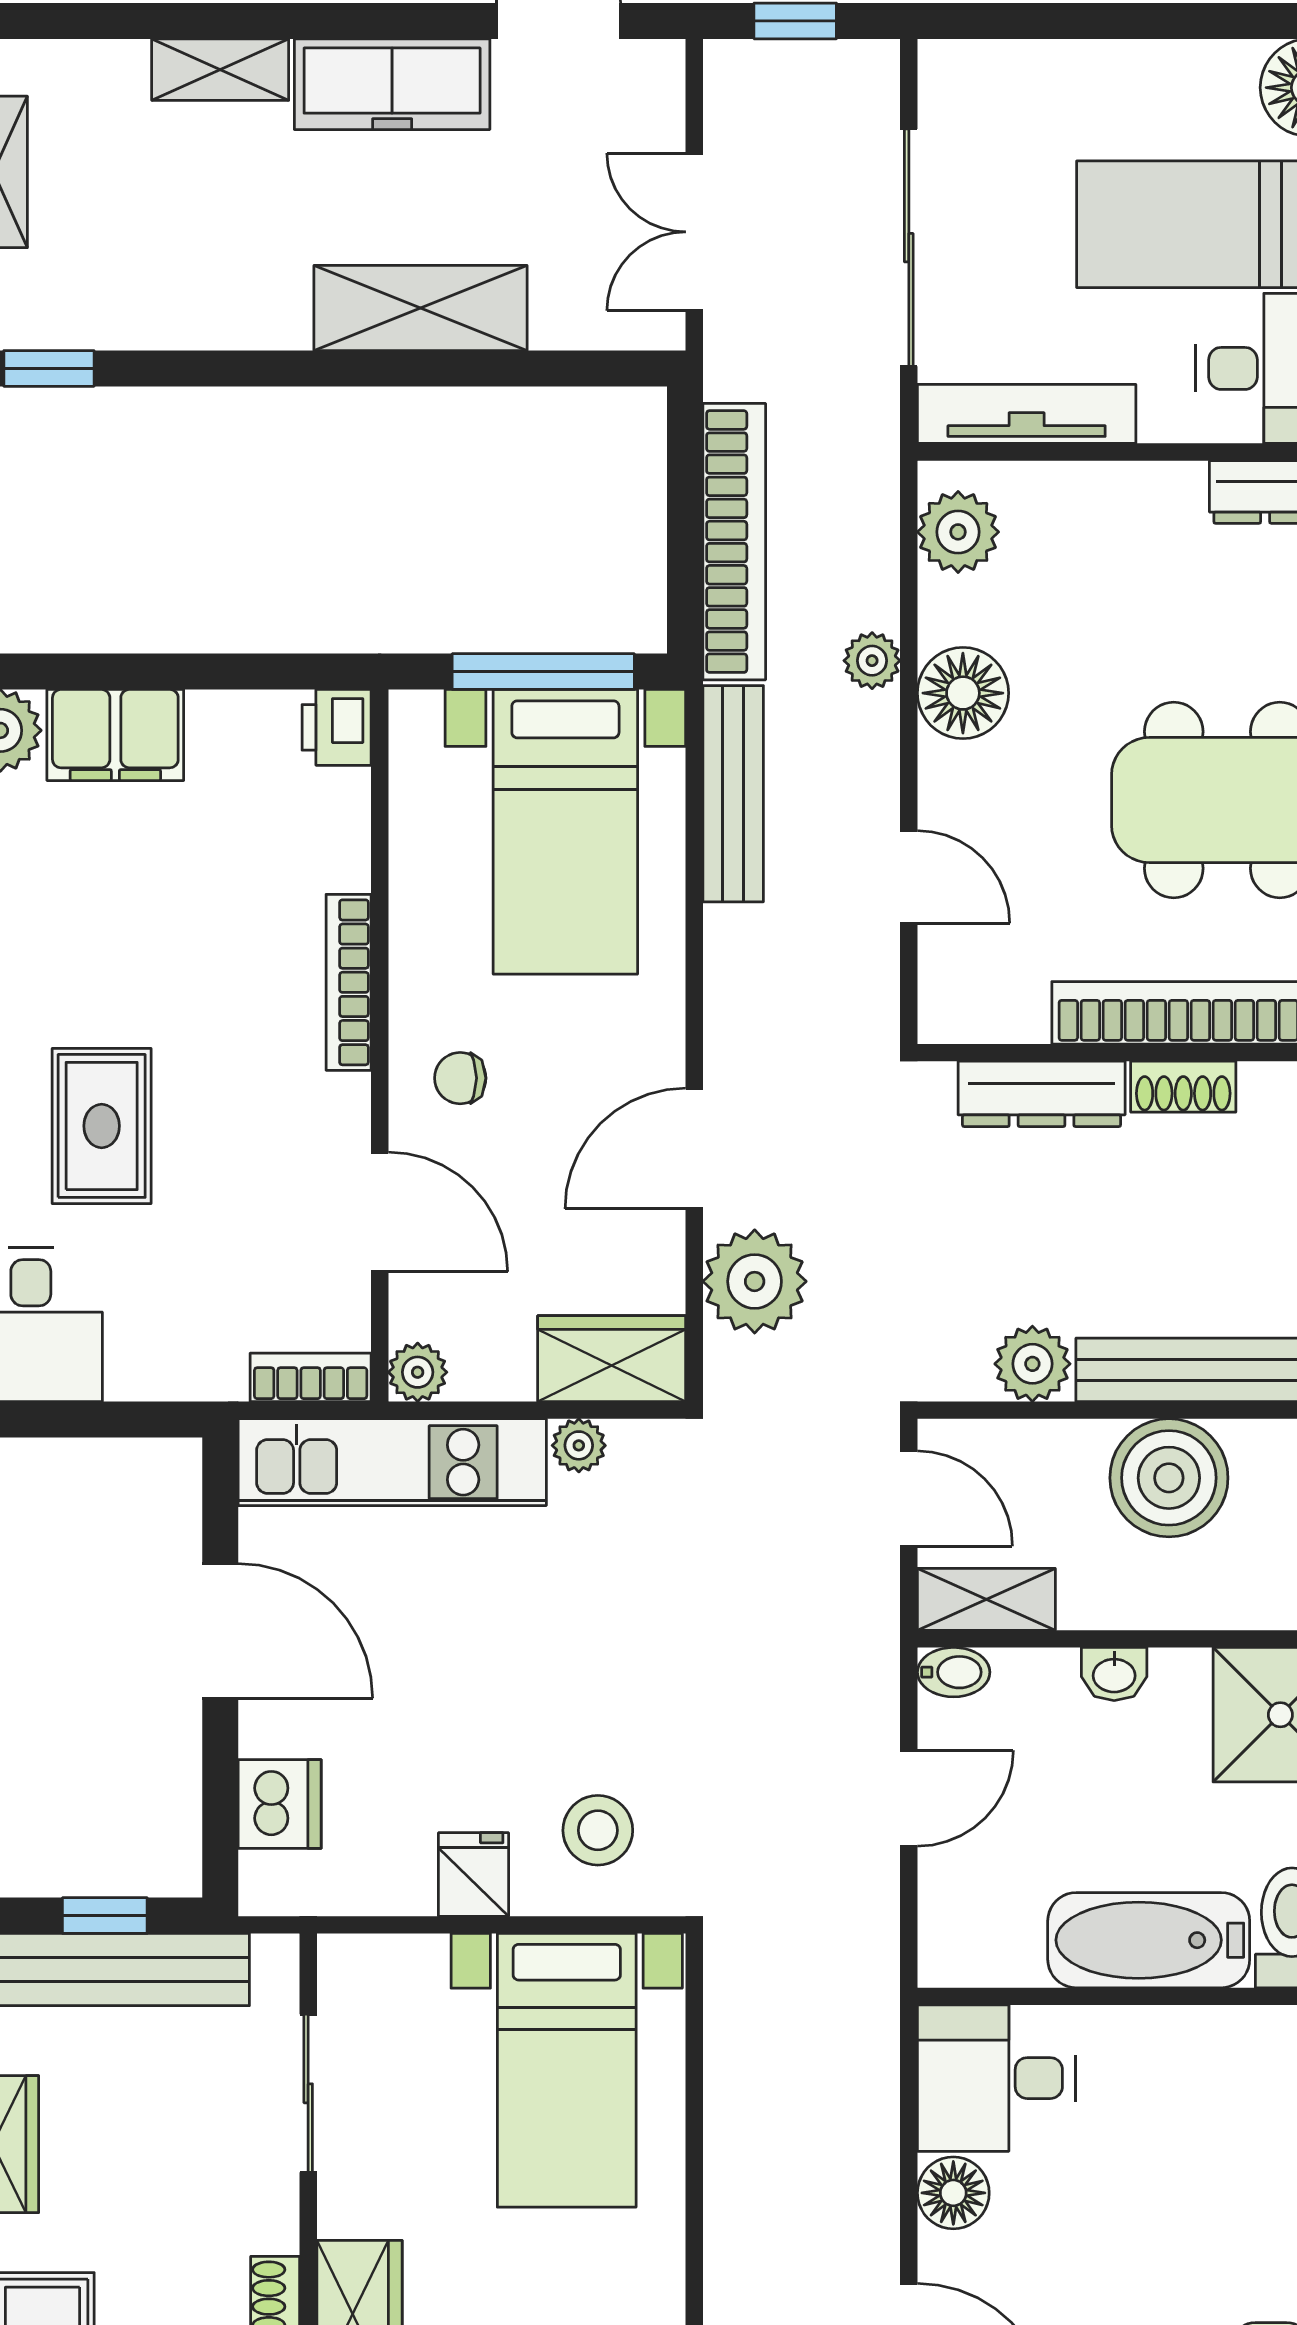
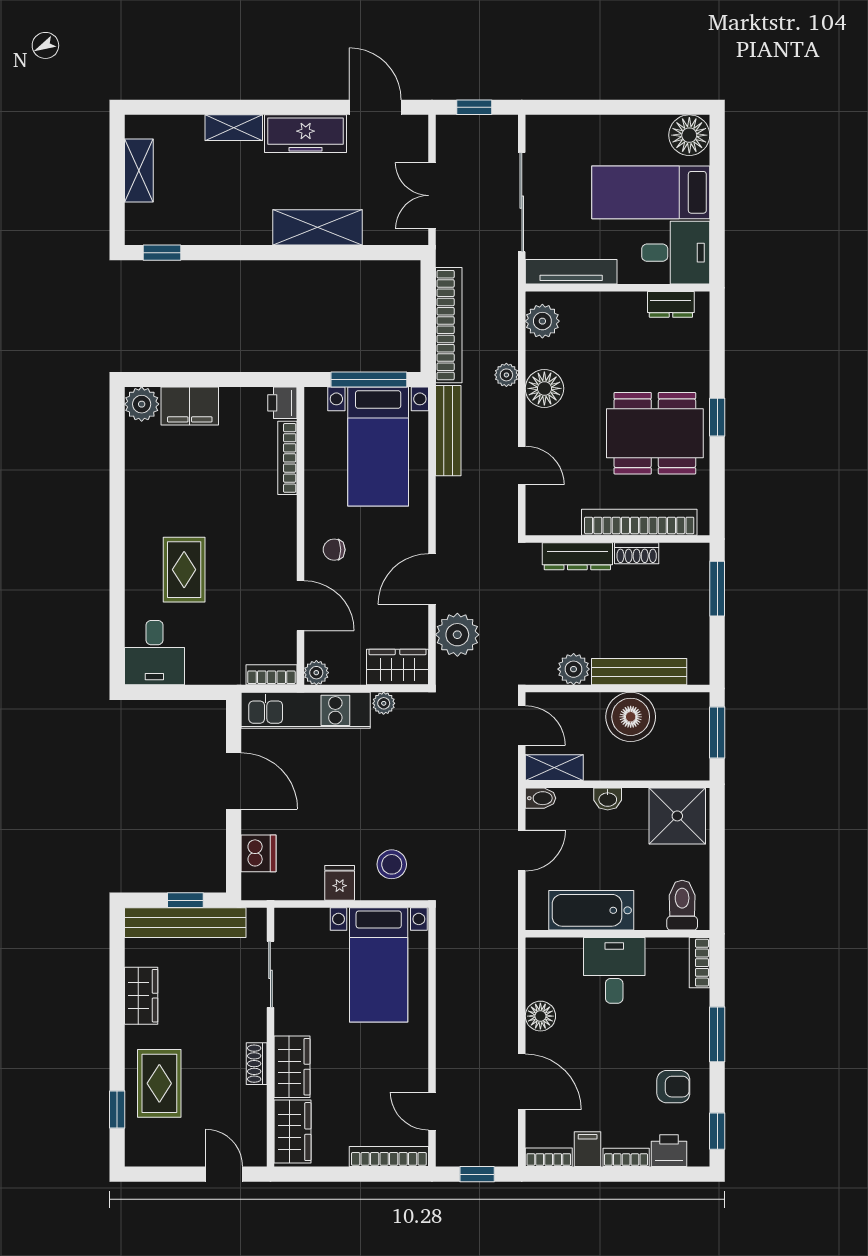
bookcase: (349, 982) -> (287, 458), moved
bathtub: (1149, 1940) -> (591, 910), moved
desk: (996, 2078) -> (614, 970), moved, turned 90

